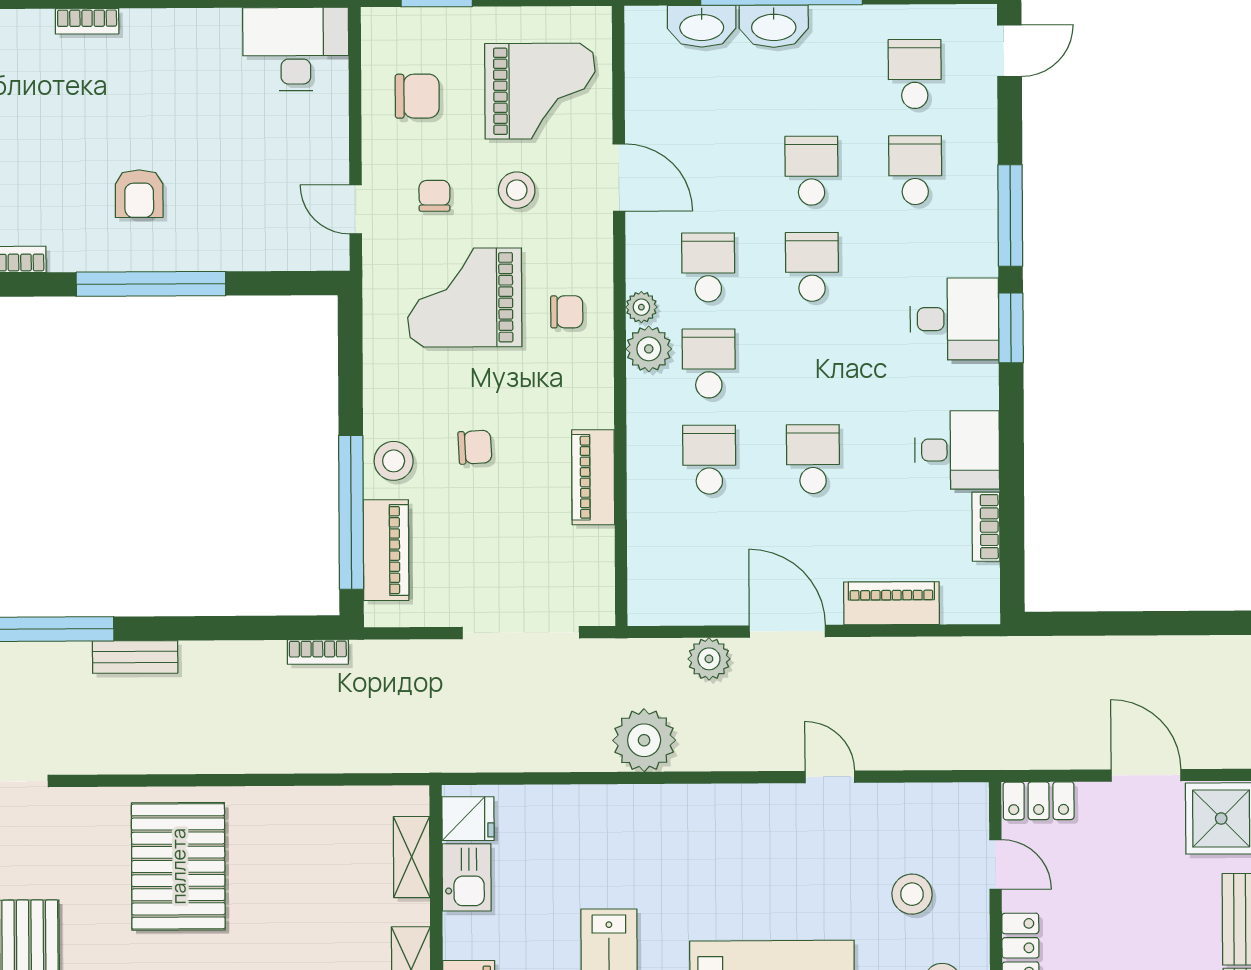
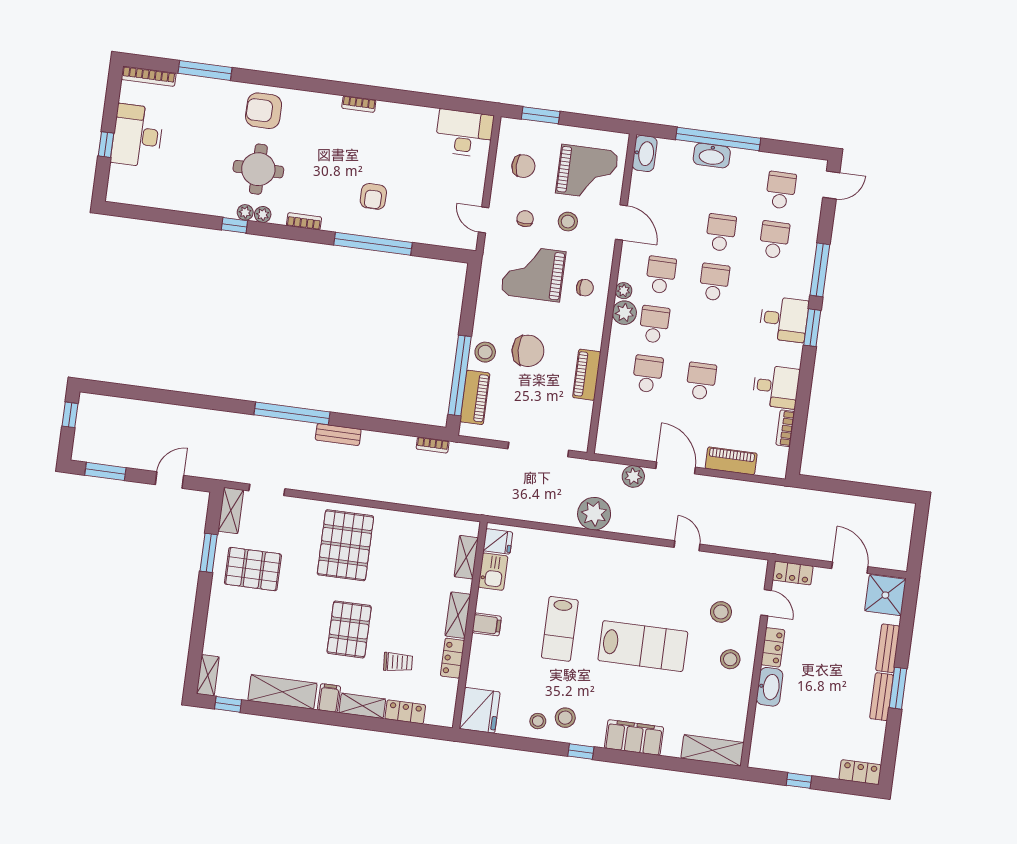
washbasin: (702, 26) -> (645, 153), moved, turned -90
chair: (475, 447) -> (528, 351), width x1.87, depth x1.87

